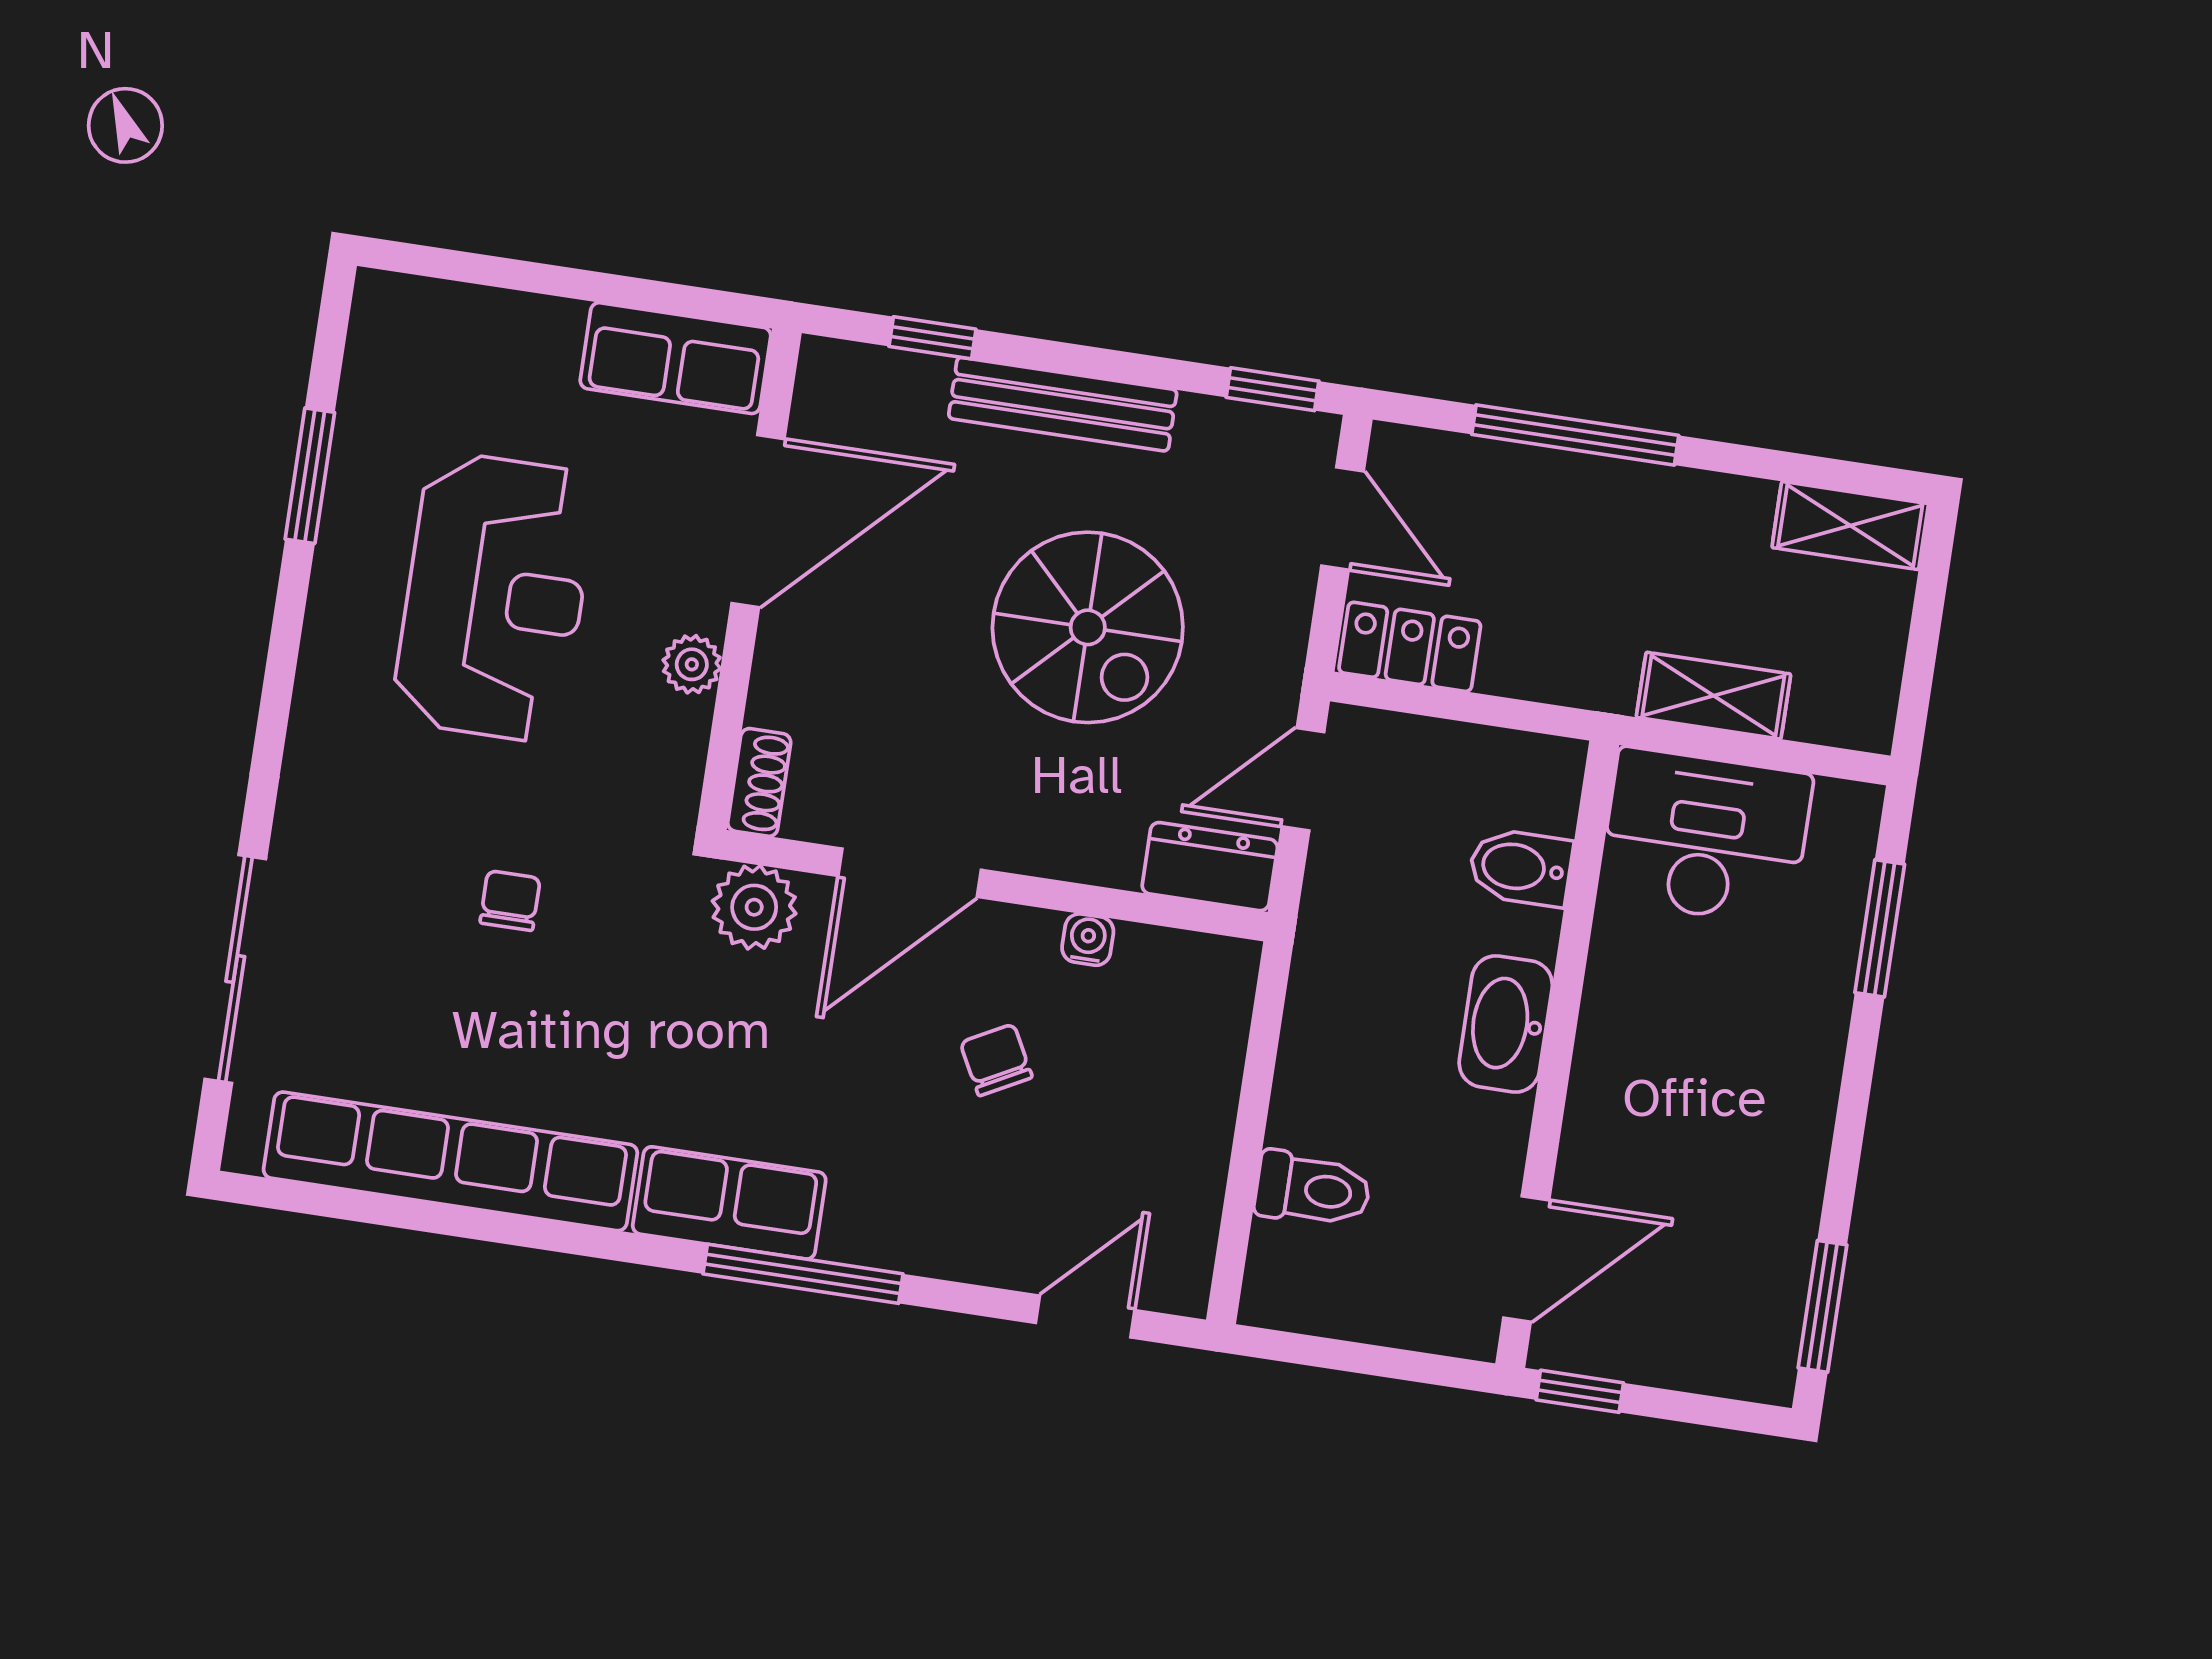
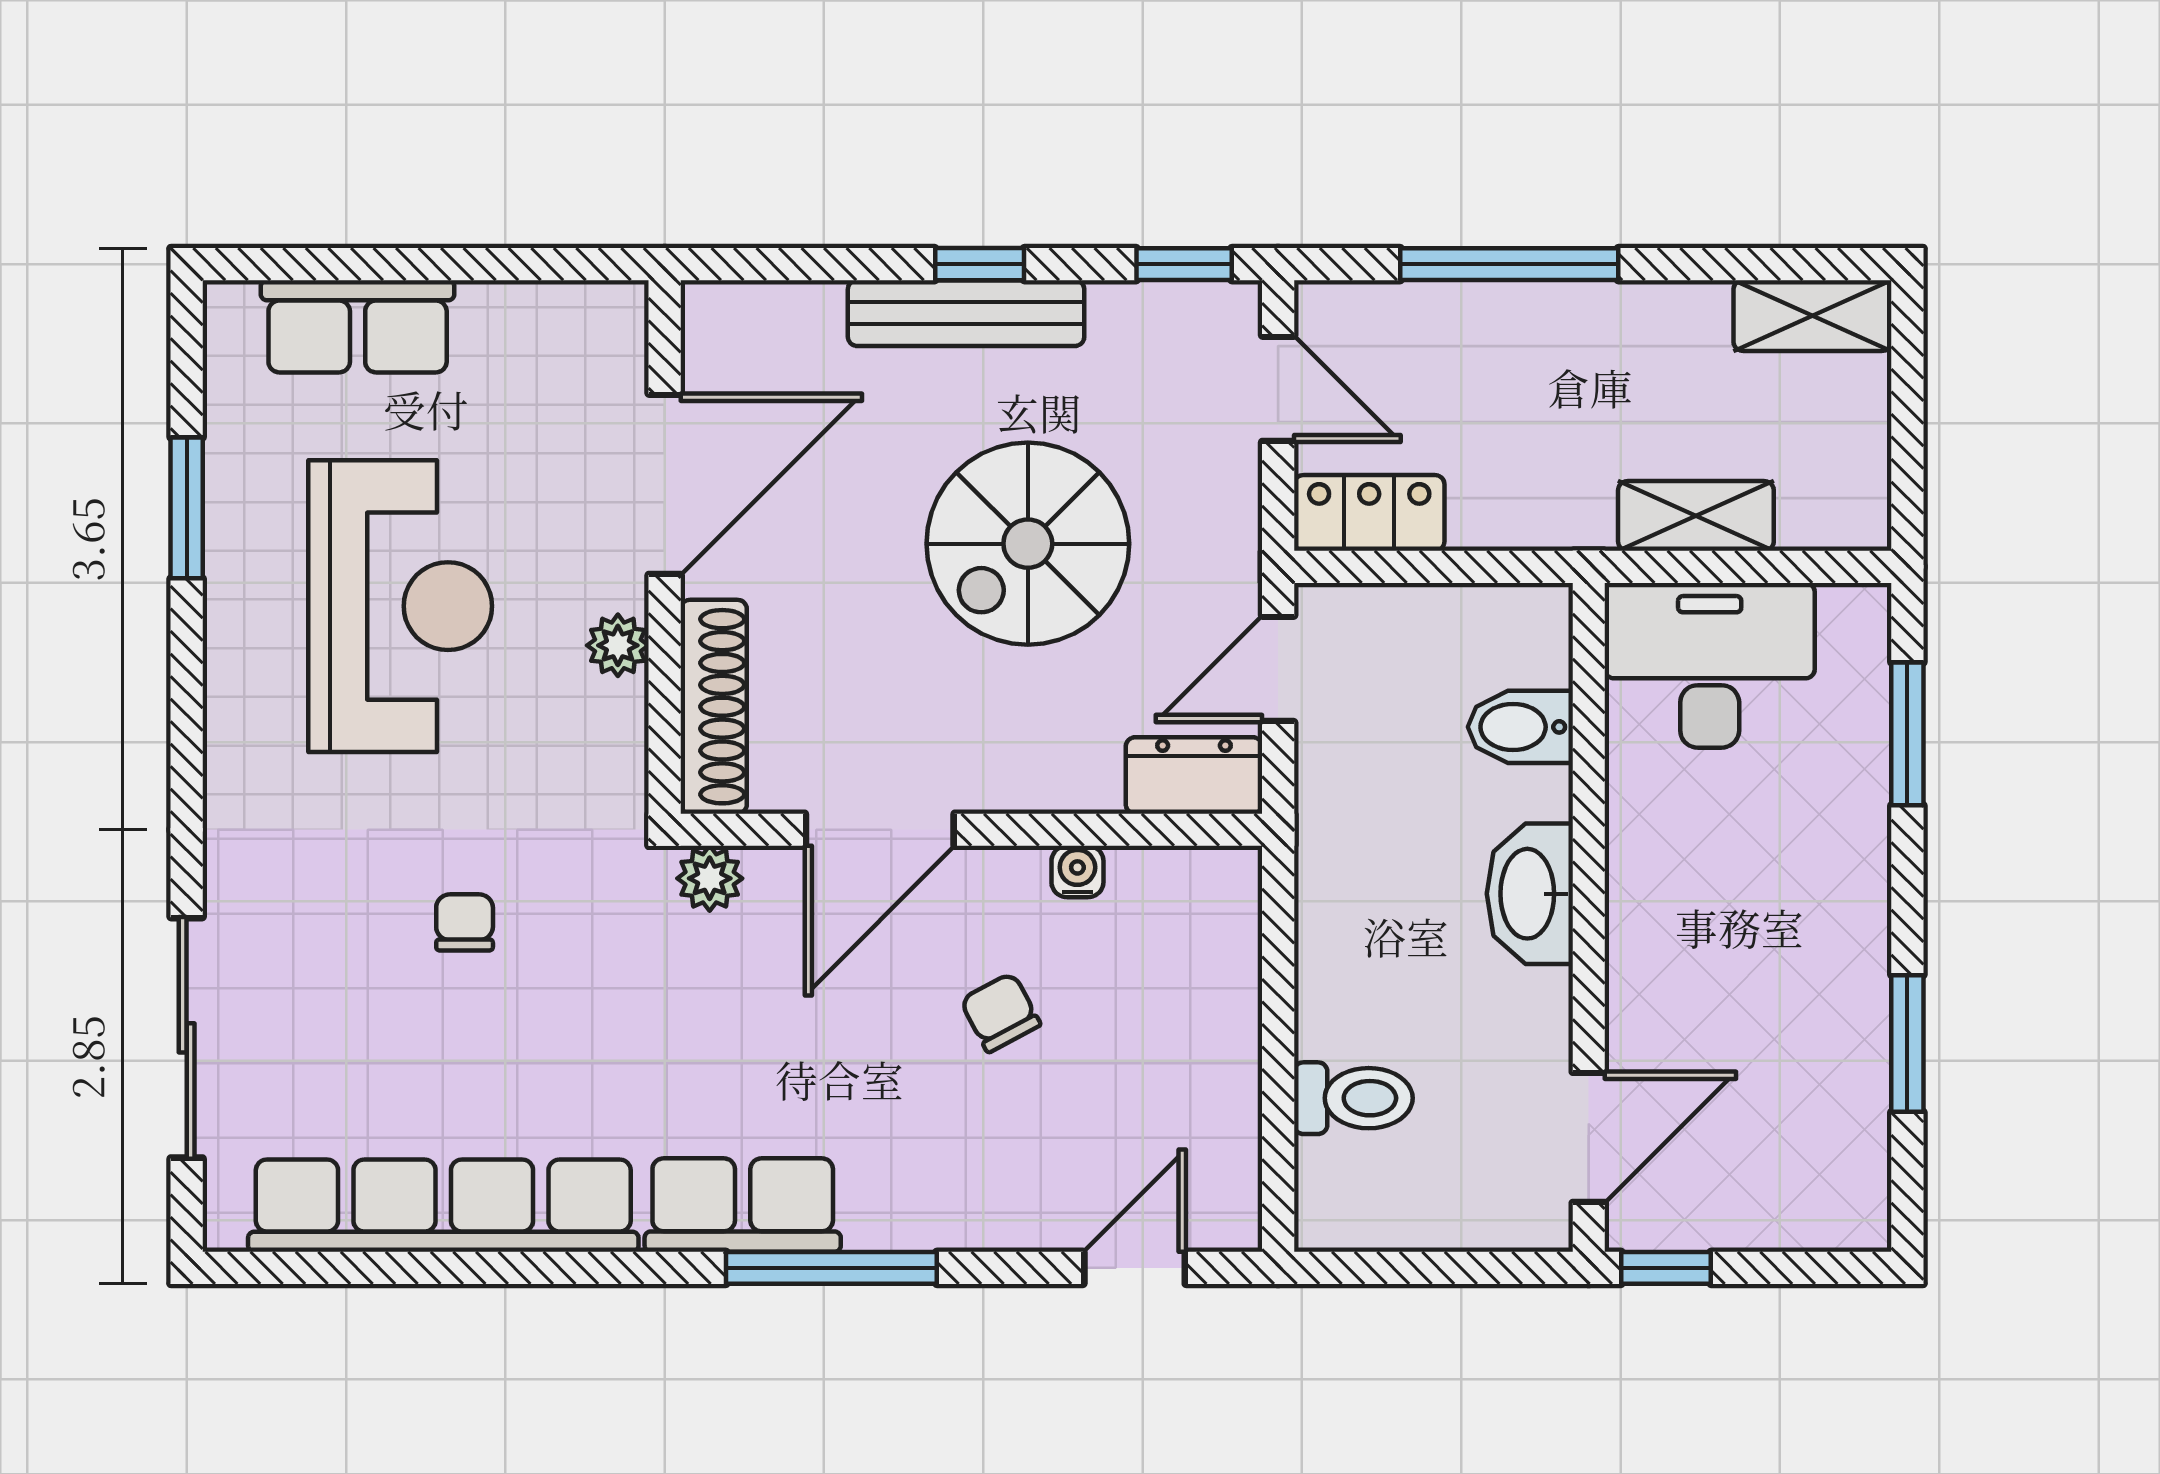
window: (932, 338) -> (980, 264), moved
row of seats: (675, 358) -> (358, 326), moved
spiral stairs: (1088, 627) -> (1028, 544), turned 90
shoe rack: (759, 782) -> (714, 707), width x1.94, depth x1.24
plant: (754, 907) -> (710, 878), width x0.73, depth x0.73
window: (1822, 1306) -> (1907, 1044), moved

